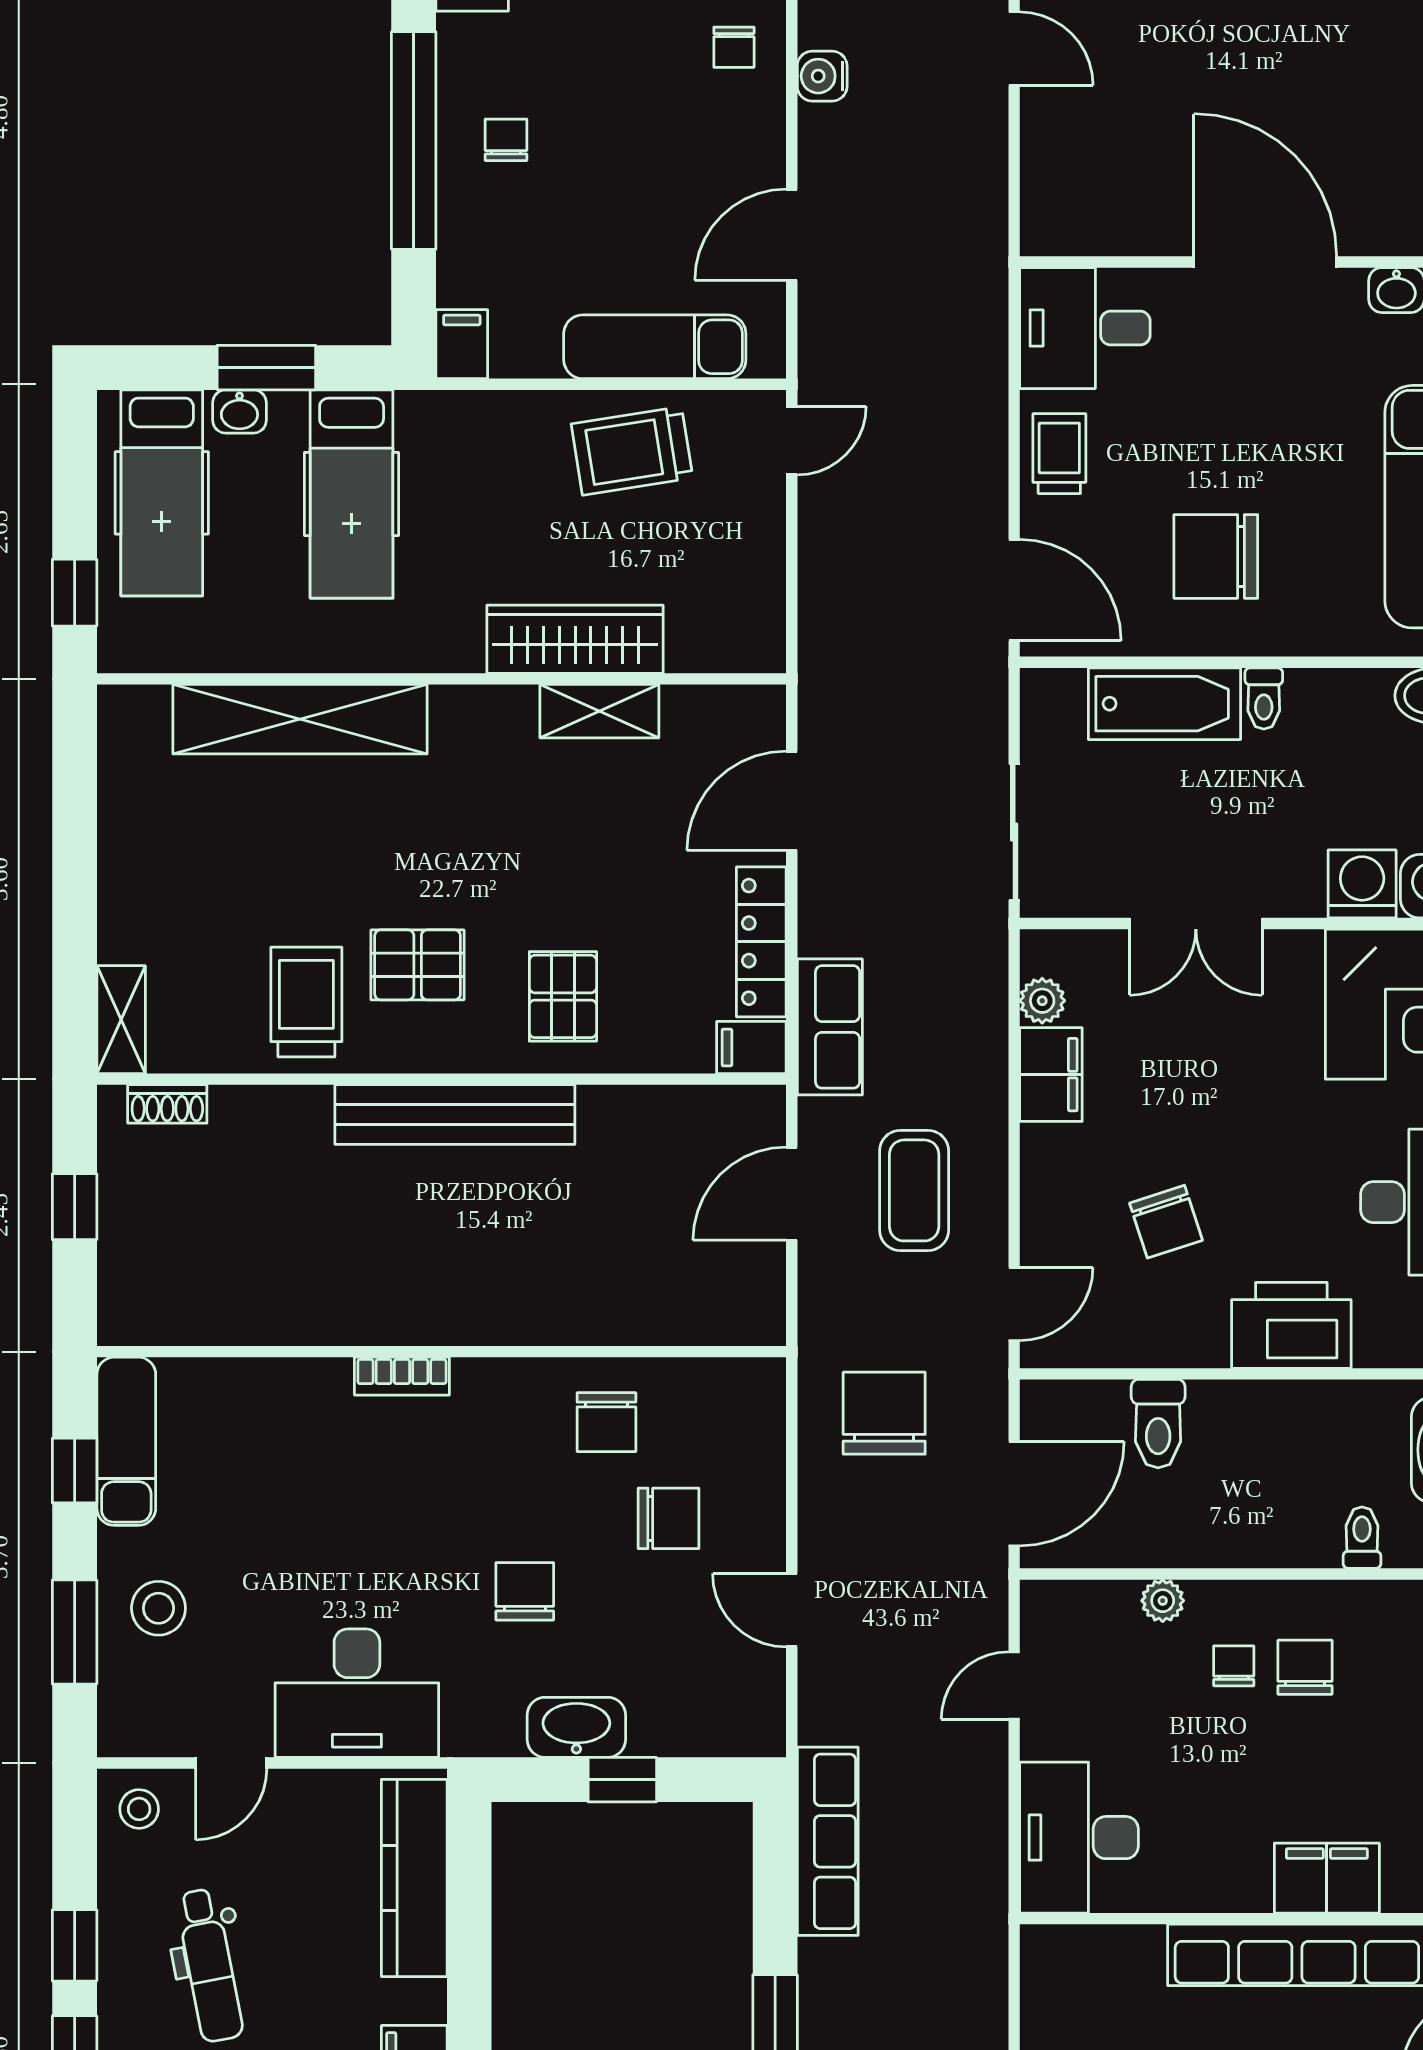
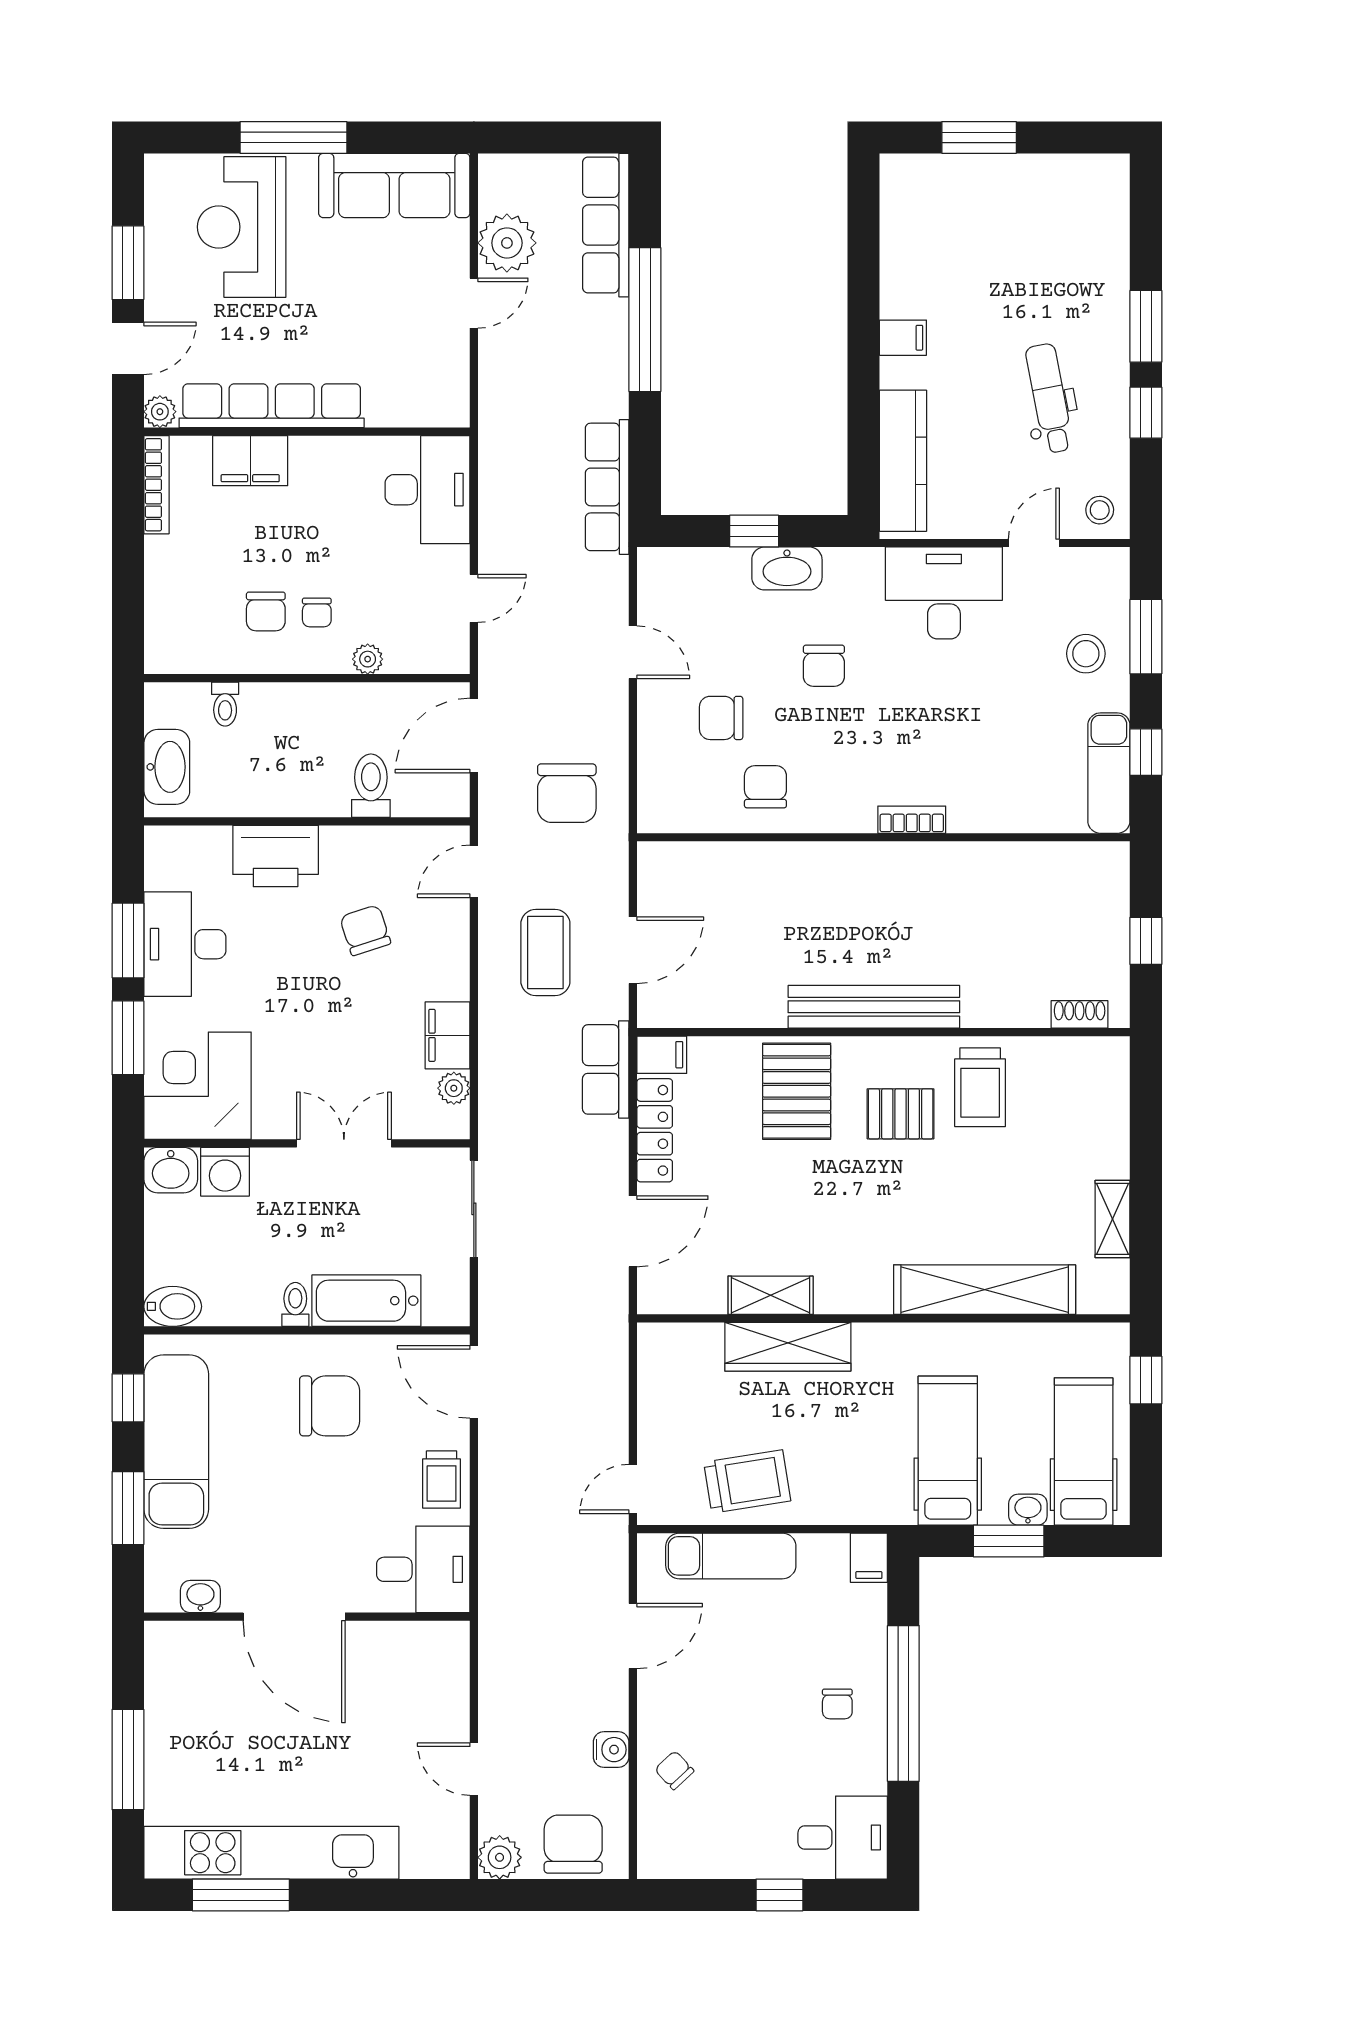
chair: (734, 47) -> (674, 1770), turned -43
pallet: (563, 996) -> (797, 1091), width x1.50, depth x1.42
shelving: (121, 1020) -> (1113, 1219), moved

